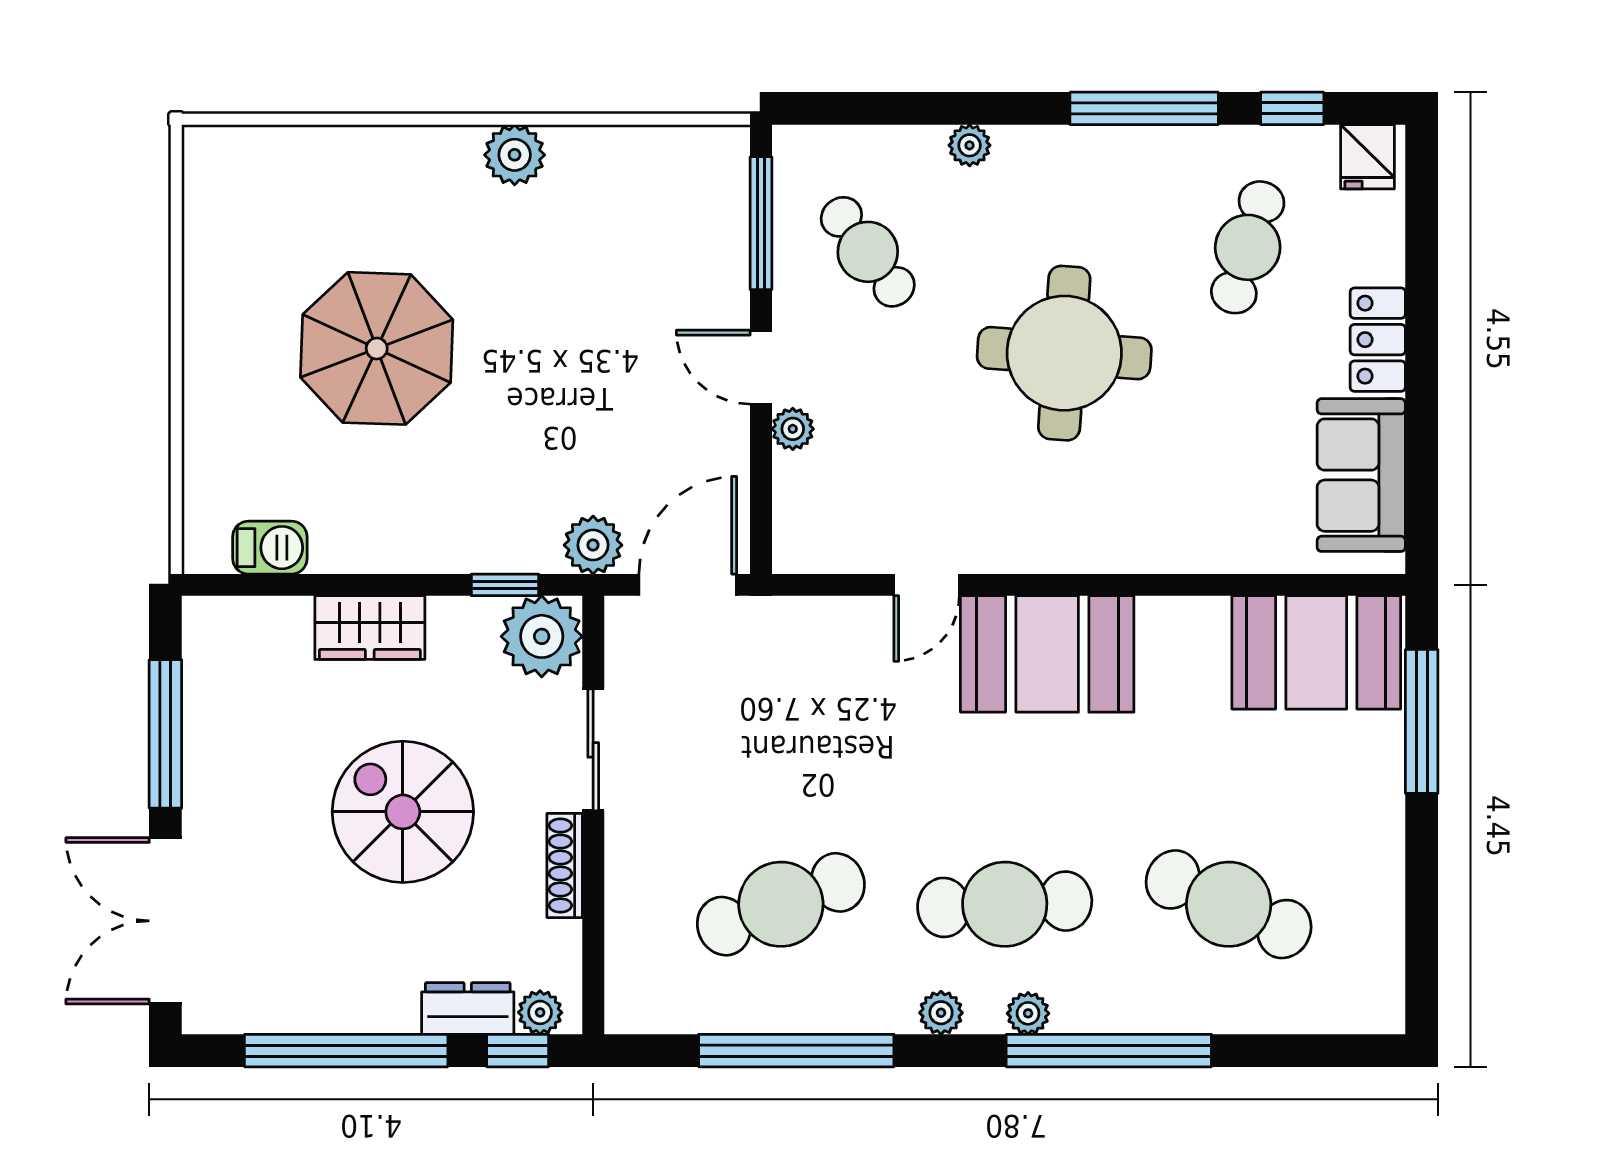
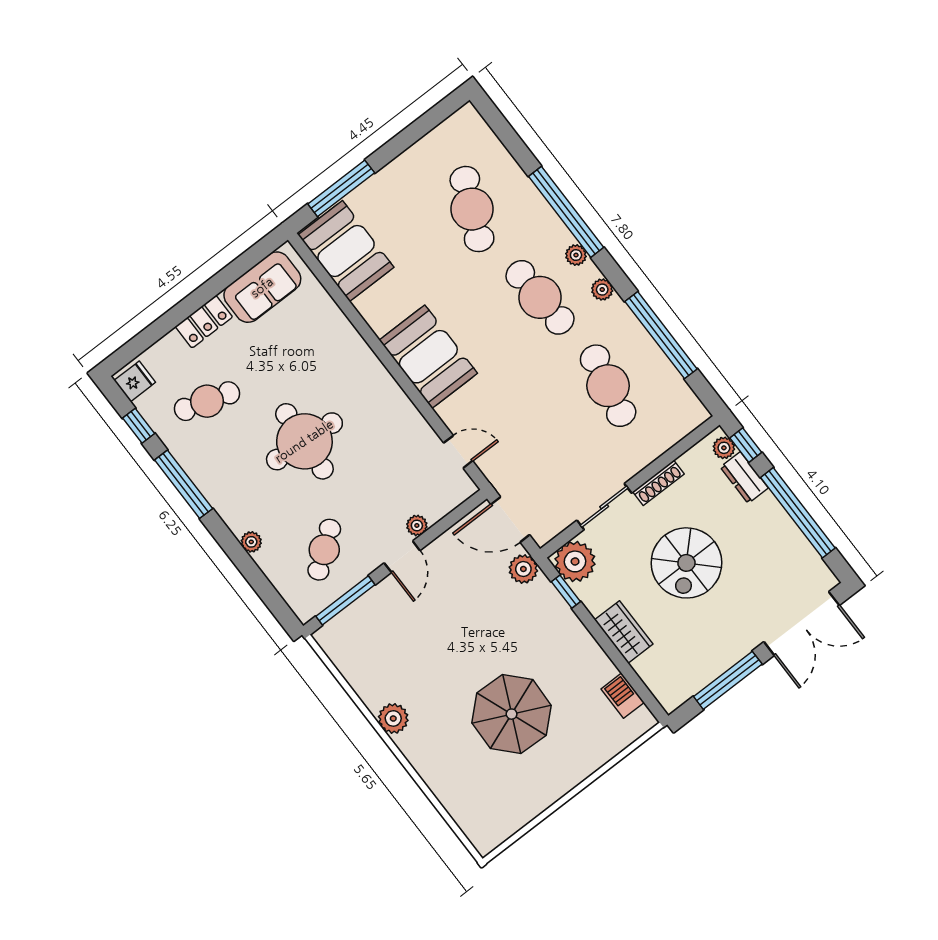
door: (927, 585) -> (458, 452), moved
cafe table: (781, 904) -> (608, 386), turned 33

